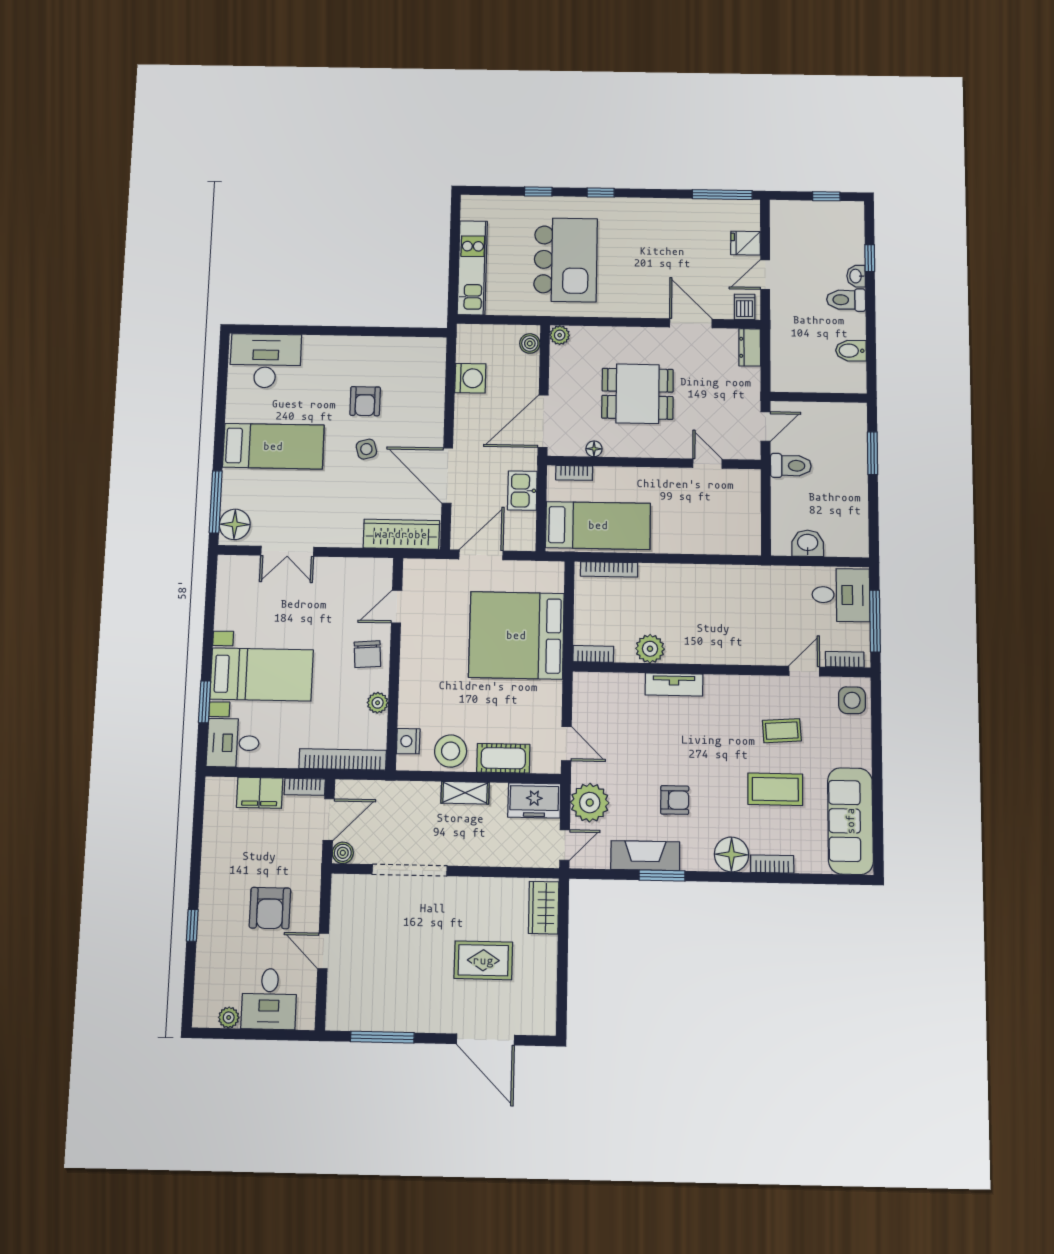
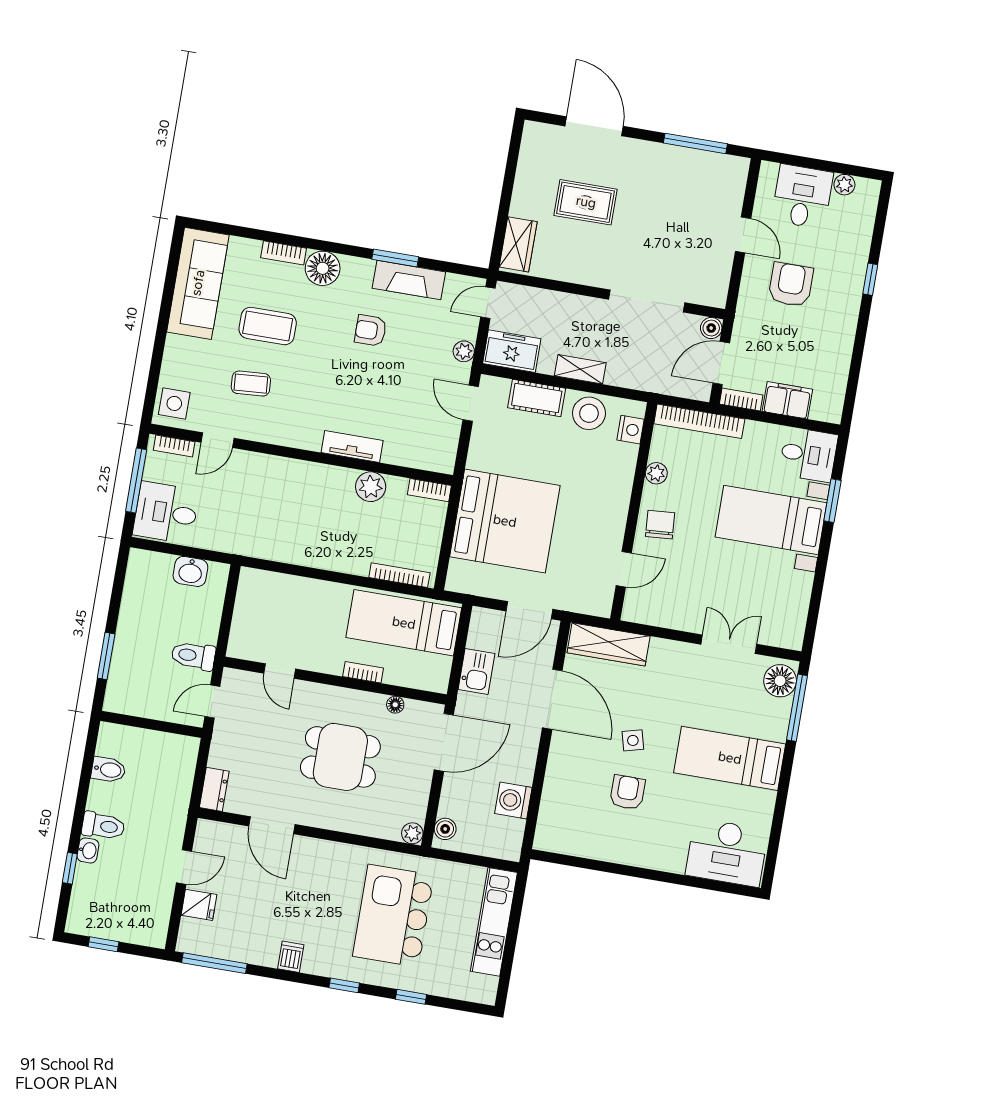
dishwasher: (745, 307) -> (291, 957), moved, turned 180
bookcase: (574, 473) -> (363, 672), moved
plant: (590, 803) -> (464, 351), width x0.53, depth x0.53

